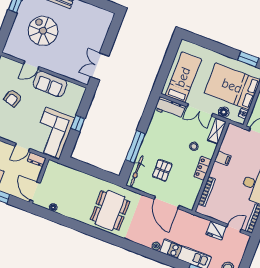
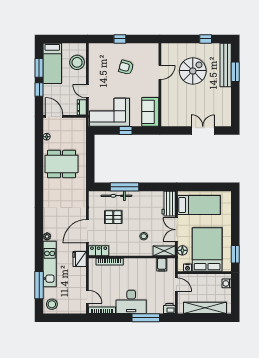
door: (31, 65) -> (160, 72), swing flipped
double door: (100, 67) -> (203, 131), moved
sofa: (50, 84) -> (150, 112), moved
filing cabinet: (223, 158) -> (162, 265), moved
locker: (203, 168) -> (99, 251), moved
bicycle: (137, 172) -> (116, 196), moved
door: (35, 192) -> (54, 116), hinge flipped
dining table: (110, 210) -> (62, 164), moved
fridge: (216, 231) -> (80, 259), moved

